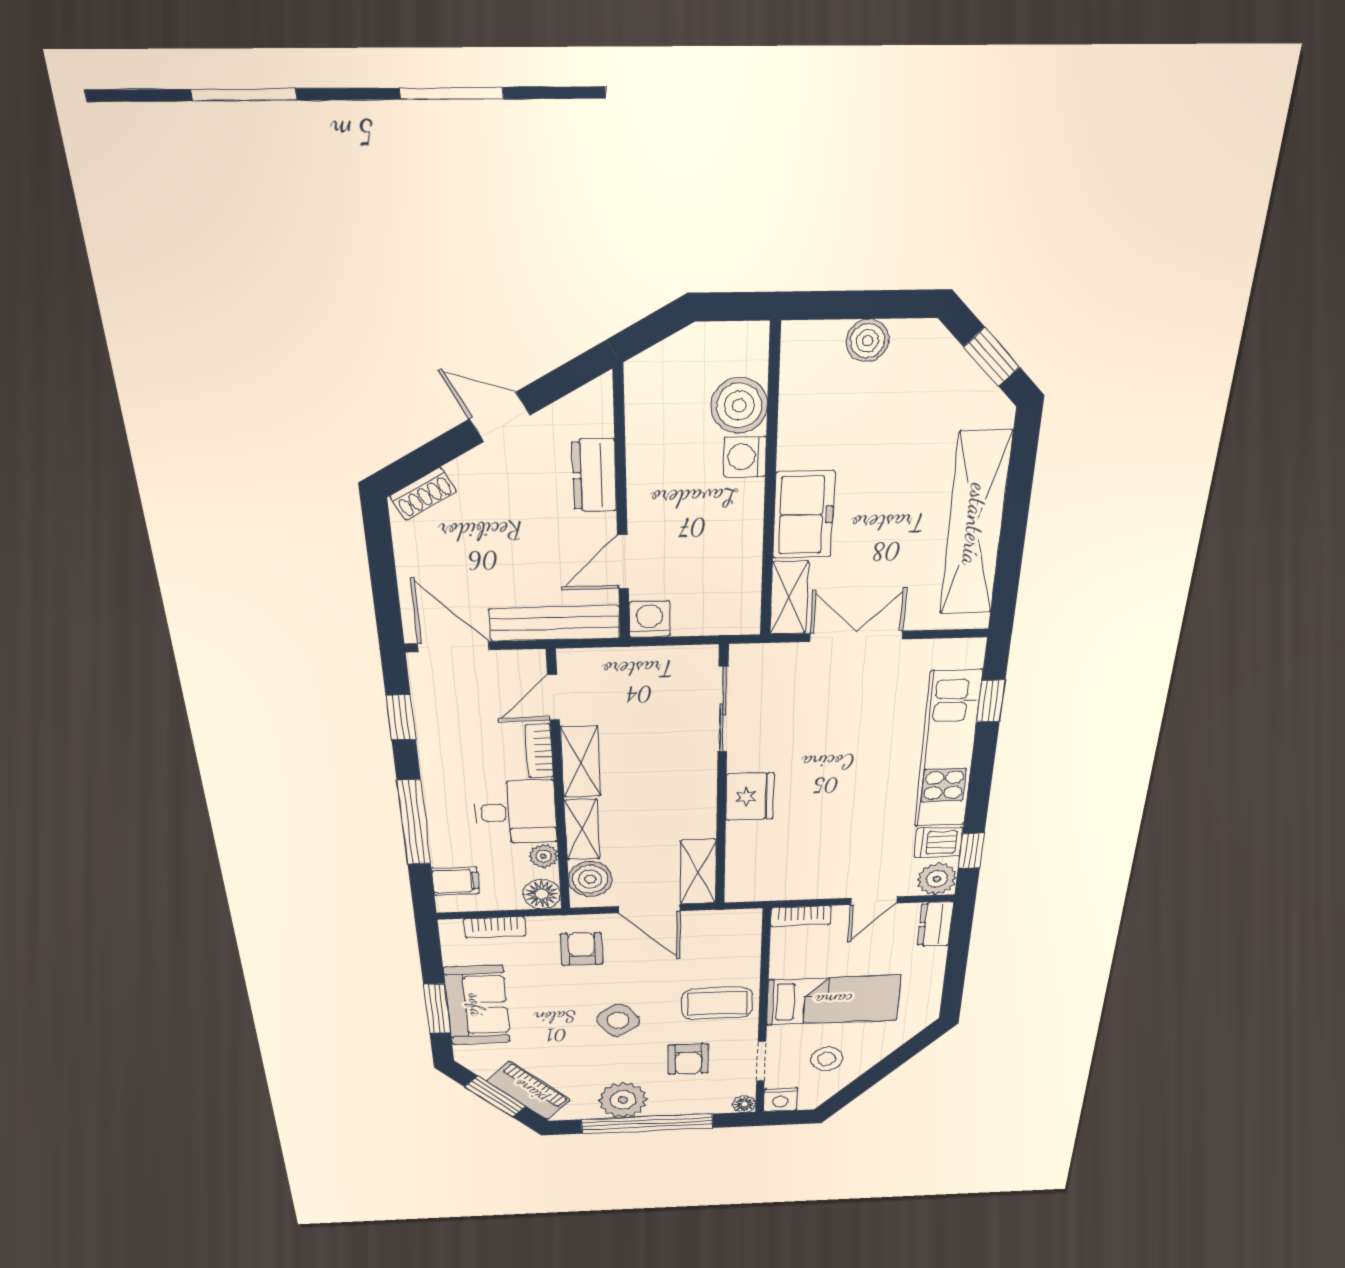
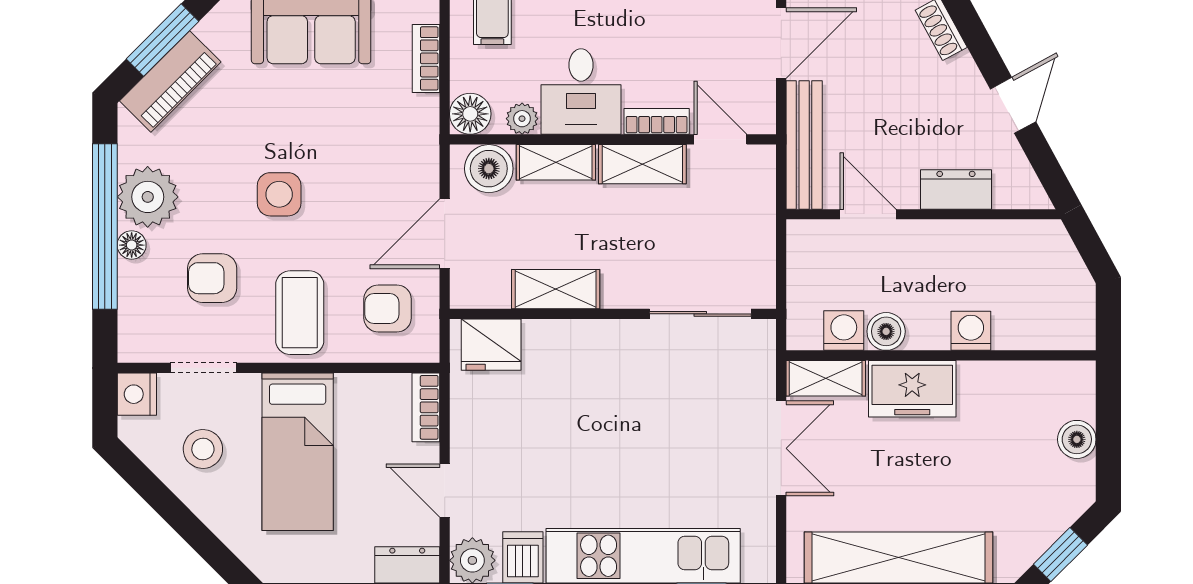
boiler: (739, 406) -> (886, 331), moved, width x0.73, depth x0.73
washing machine: (649, 619) -> (844, 331), moved, turned -90
fridge: (750, 797) -> (491, 345), moved
shelving: (698, 872) -> (556, 289), moved
armchair: (582, 949) -> (388, 308), moved, turned 180
side table: (618, 1020) -> (279, 194), turned 36
floor lamp: (744, 1104) -> (132, 245), moved

